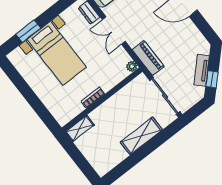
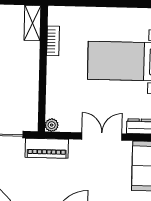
bookcase: (93, 97) -> (53, 41), moved

